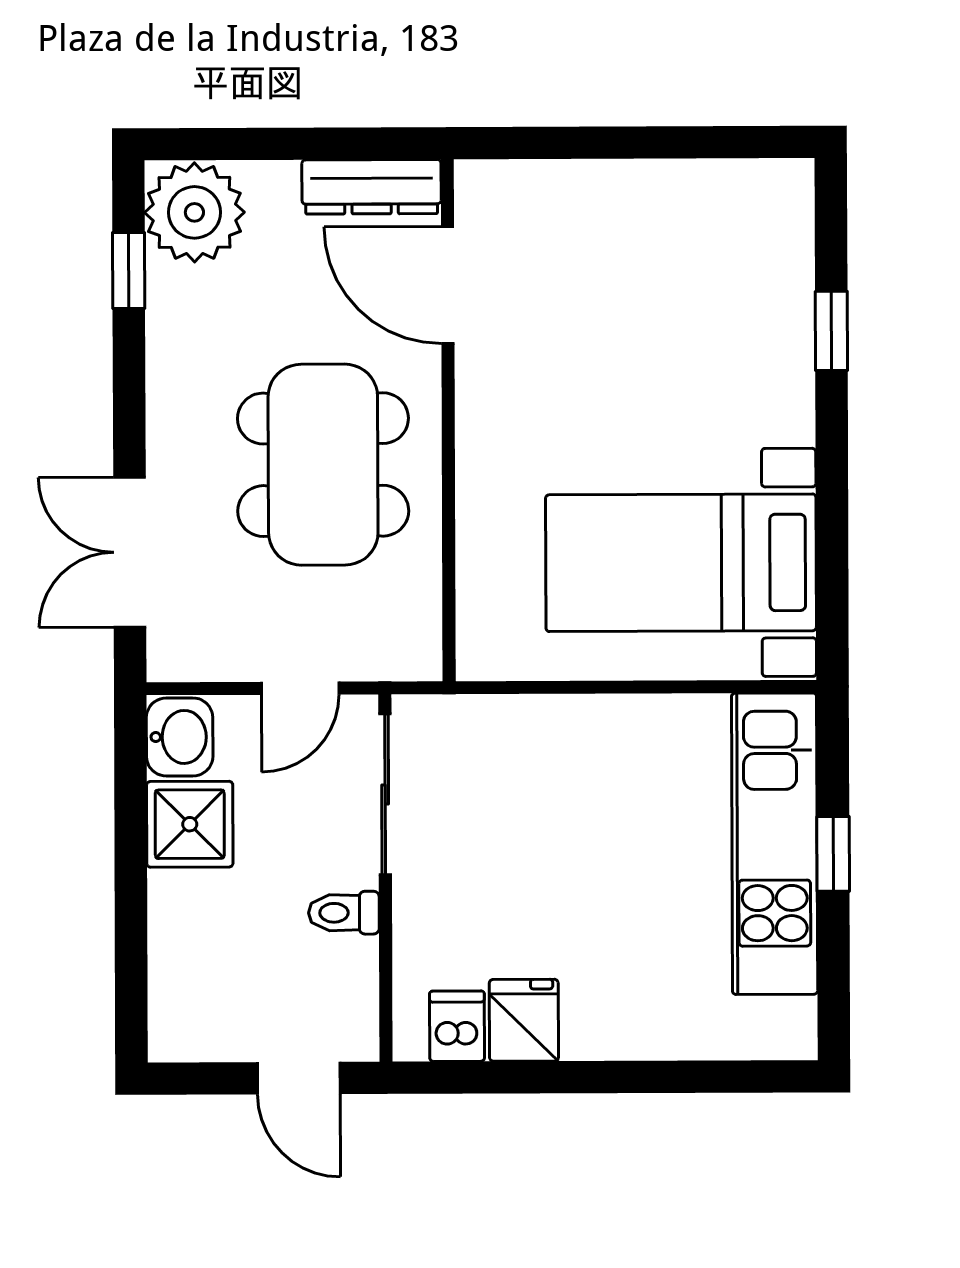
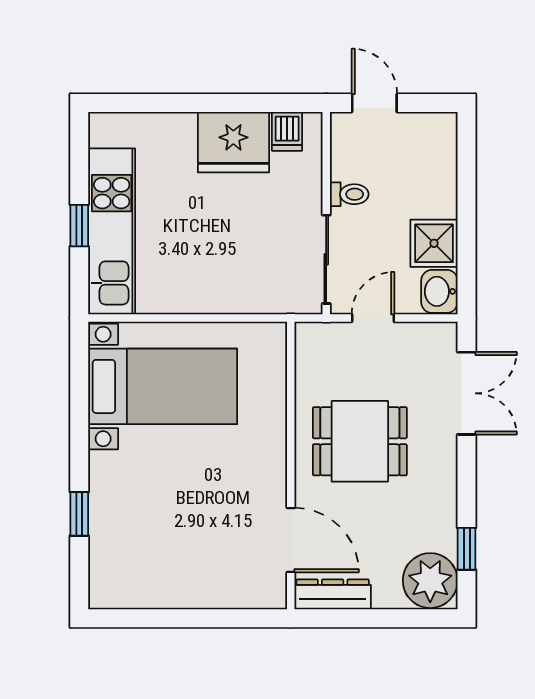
dining table: (323, 465) -> (360, 441), width x0.73
fridge: (524, 1020) -> (233, 142), width x1.88, depth x1.34

